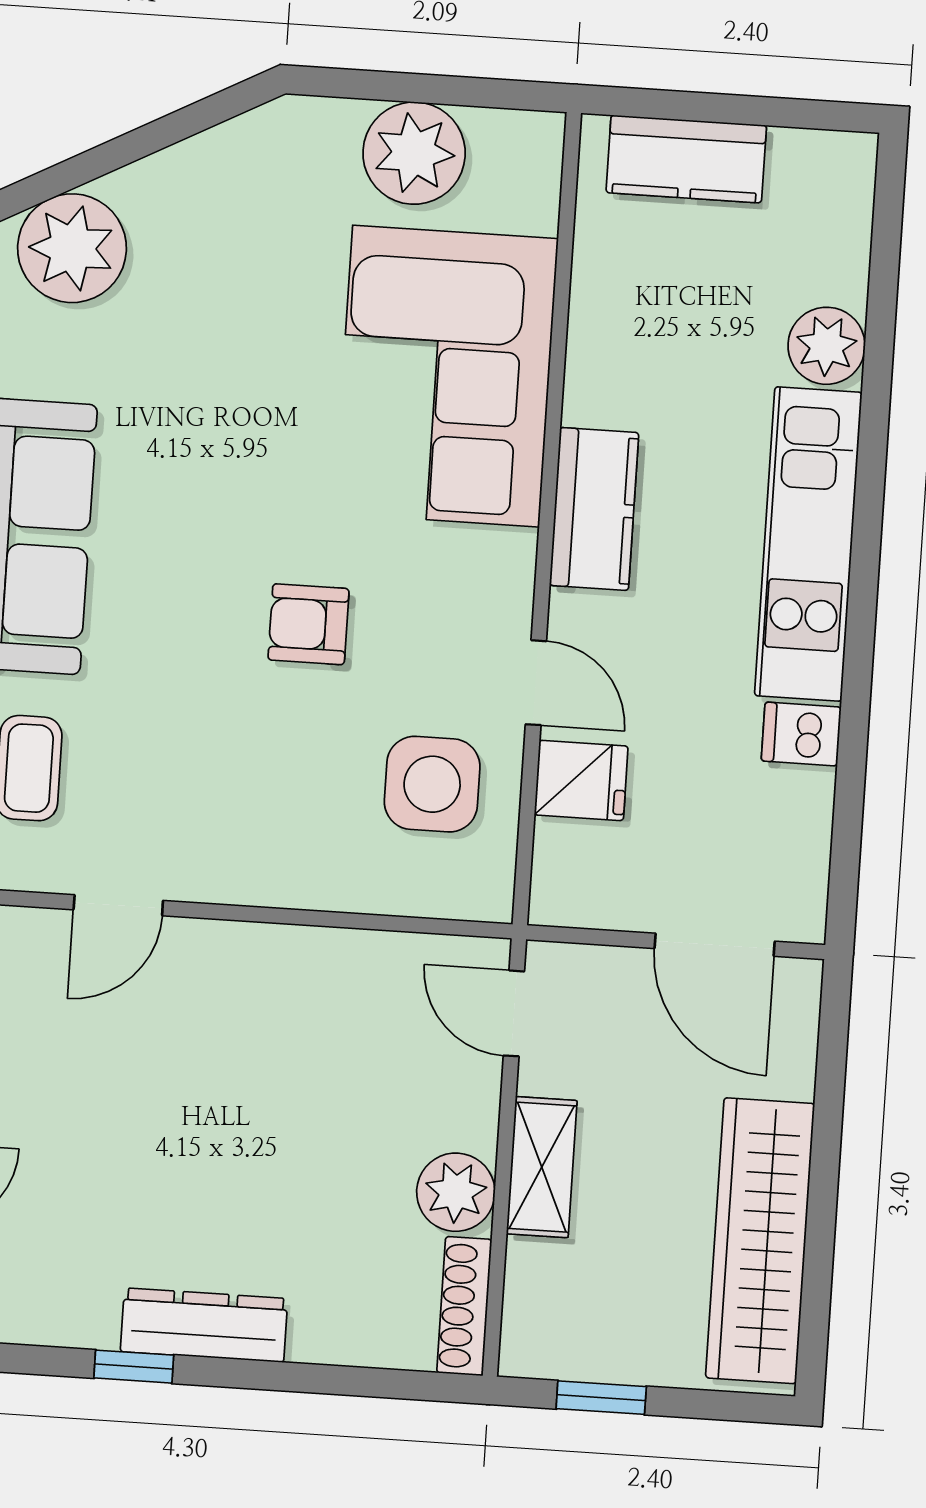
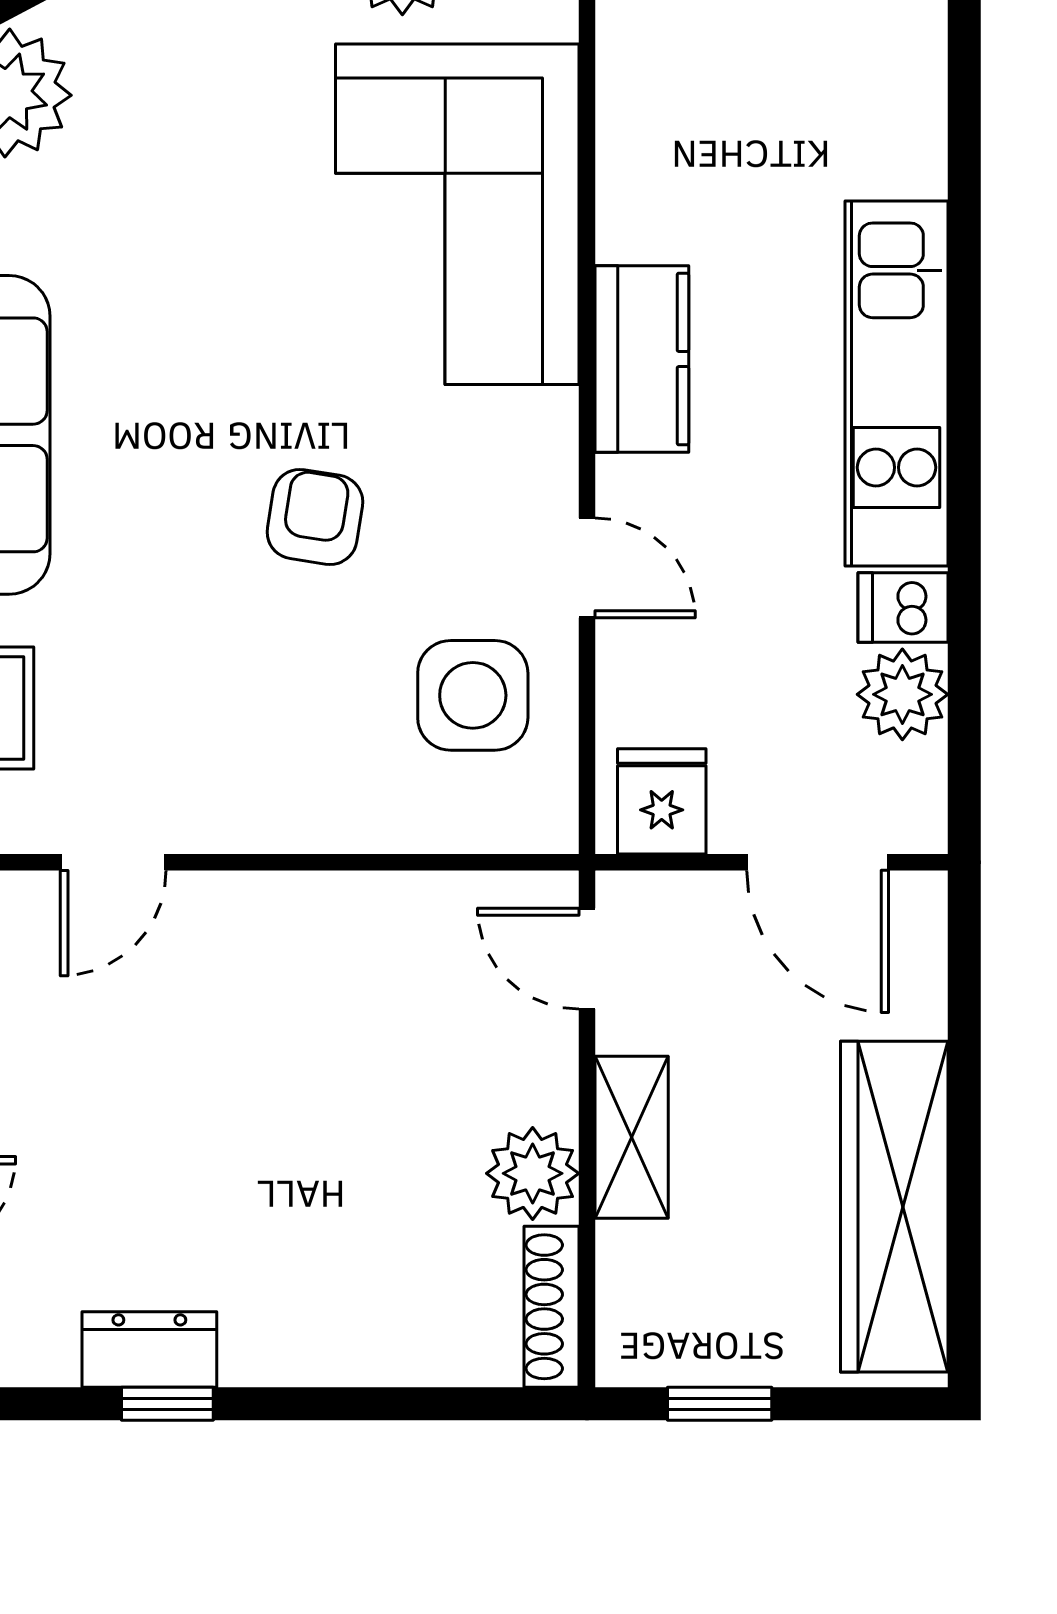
plant: (827, 346) -> (902, 694), moved
armchair: (309, 624) -> (315, 517), turned 99
fridge: (581, 780) -> (662, 801), moved, turned -90
dresser: (204, 1325) -> (149, 1349), moved, width x0.70

